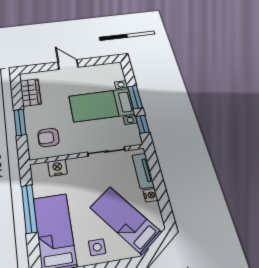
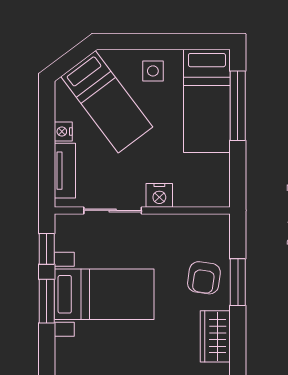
armchair: (48, 138) -> (204, 278), moved, turned 98
nightstand: (57, 168) -> (159, 195), moved
window: (29, 209) -> (238, 106), moved

